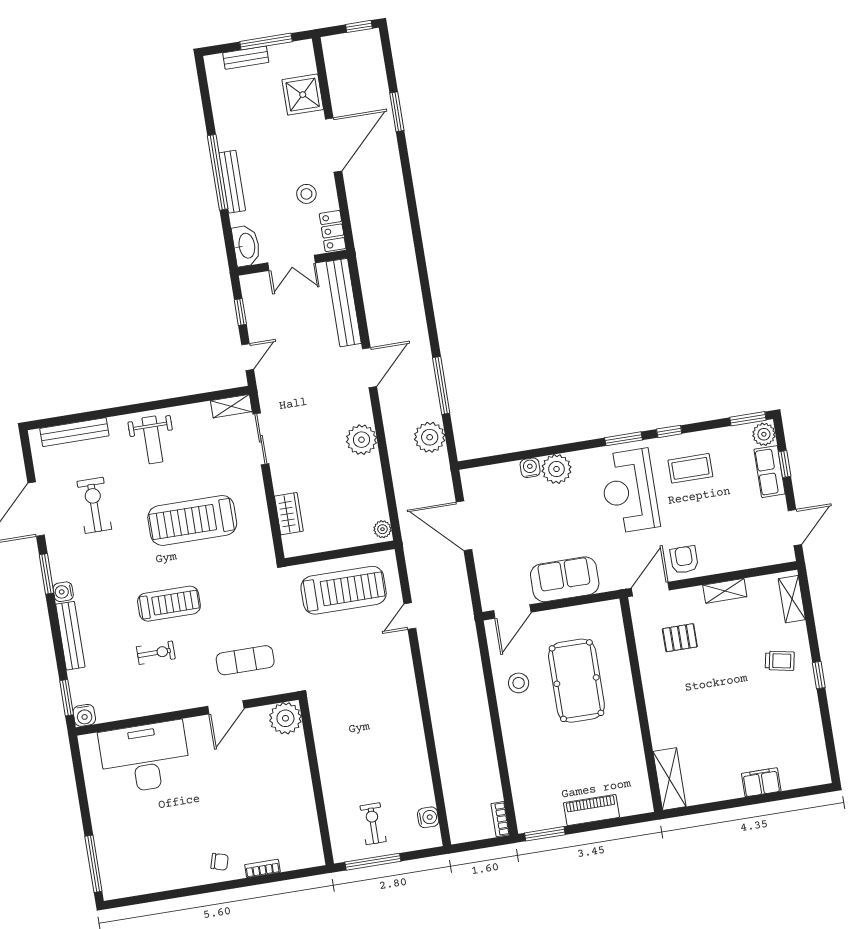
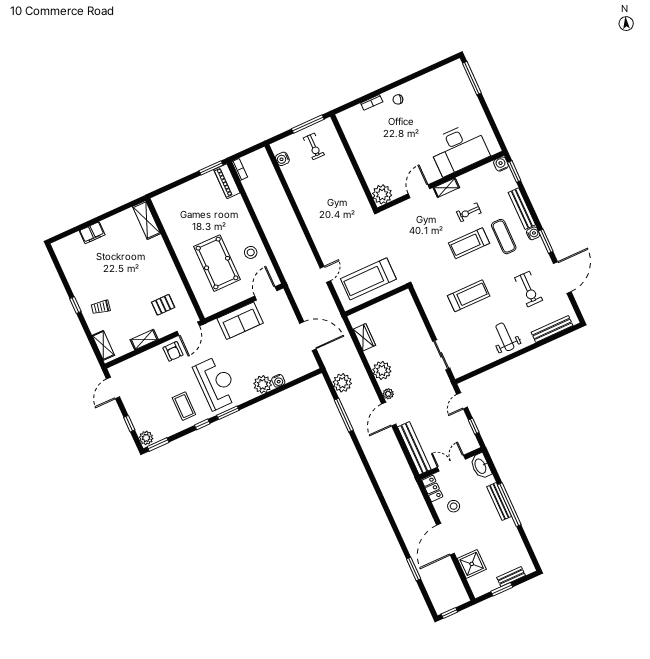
window: (266, 42) -> (502, 589), width x0.69
shelving: (231, 406) -> (446, 188), moved
coffee table: (690, 468) -> (184, 406), turned 90
row of seats: (770, 472) -> (137, 417), removed
wardrobe: (289, 514) -> (364, 337), moved, turned 180
treadmill: (192, 520) -> (469, 296), width x0.73, depth x0.73
plant: (383, 529) -> (388, 394), moved
exercise mat: (245, 660) -> (504, 237), moved, turned 90
piano: (591, 810) -> (227, 181), moved, turned 90

